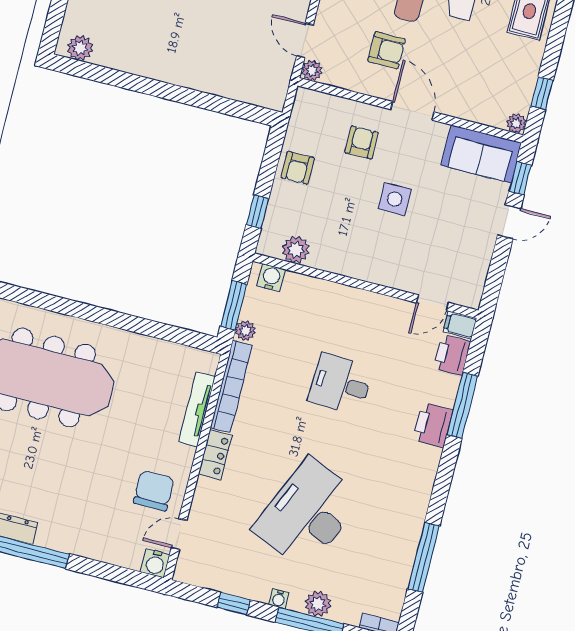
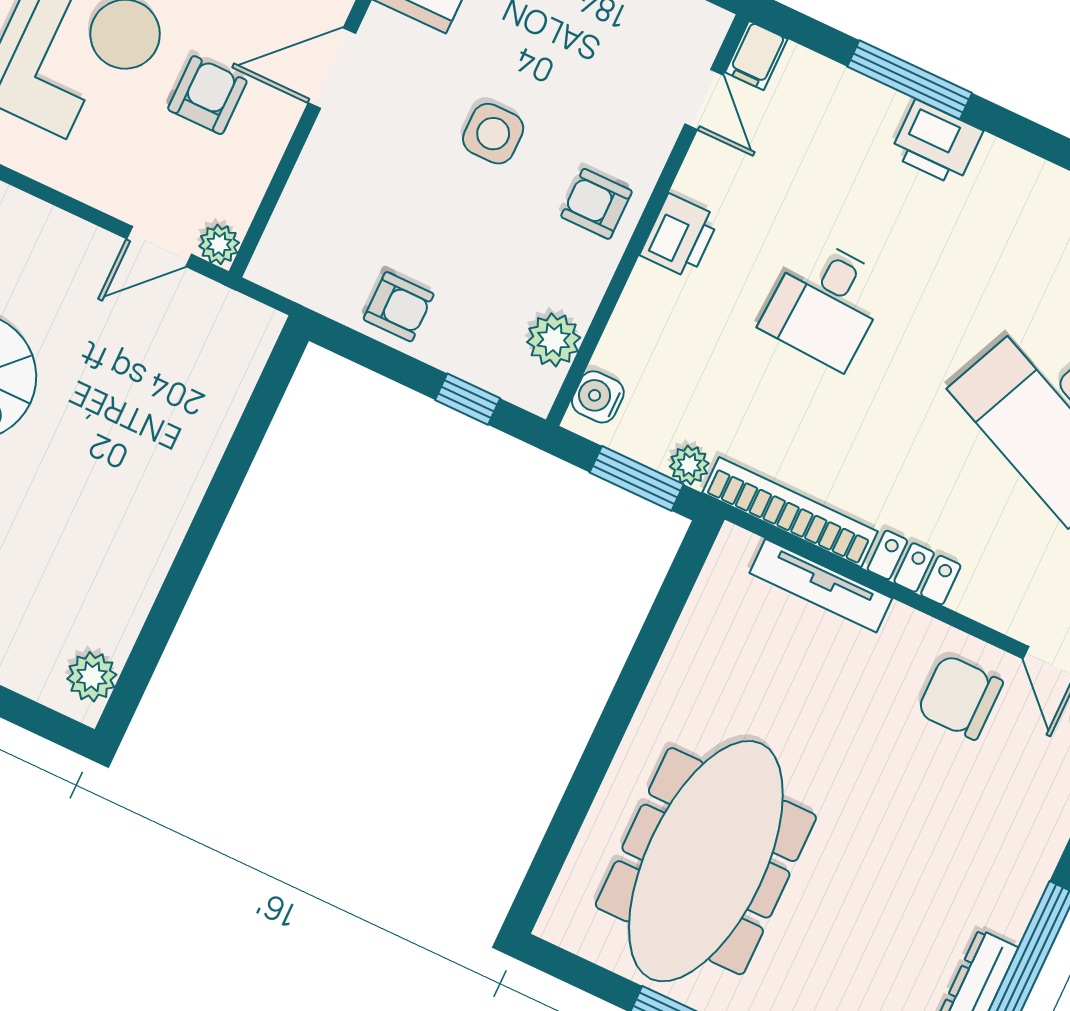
armchair: (362, 142) -> (596, 204), moved
printer: (452, 355) -> (680, 236), moved, turned -90

